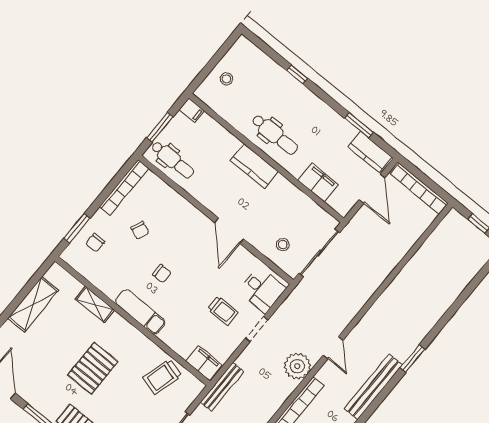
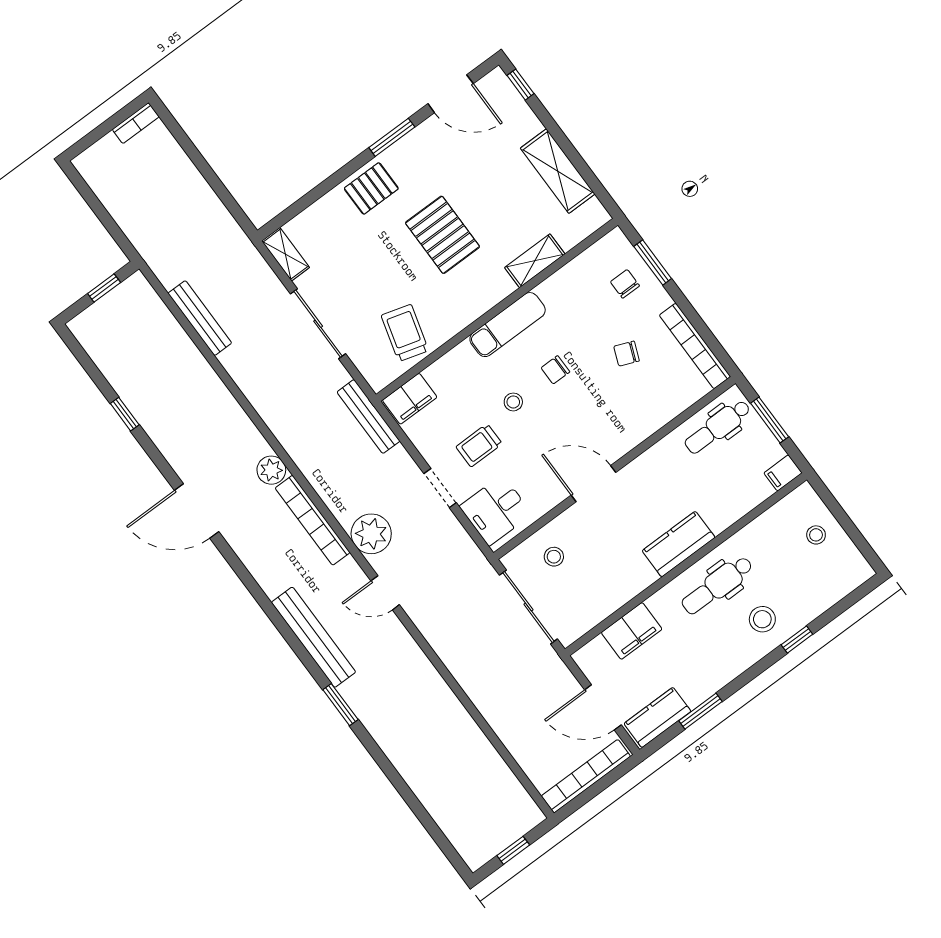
stool: (289, 100) -> (762, 619), added
stool: (189, 296) -> (513, 402), added

